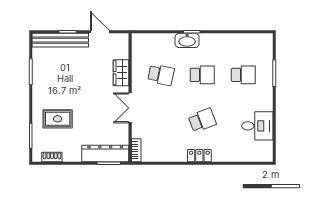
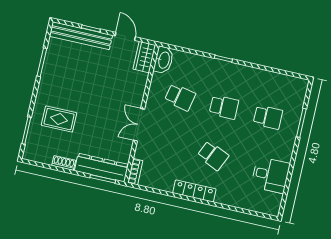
washbasin: (187, 40) -> (164, 60), moved, turned -90
wardrobe: (121, 73) -> (144, 57), moved
school desk: (202, 120) -> (213, 156), turned 45
locker: (199, 156) -> (194, 191), width x1.53
shoe rack: (52, 157) -> (64, 163), moved

